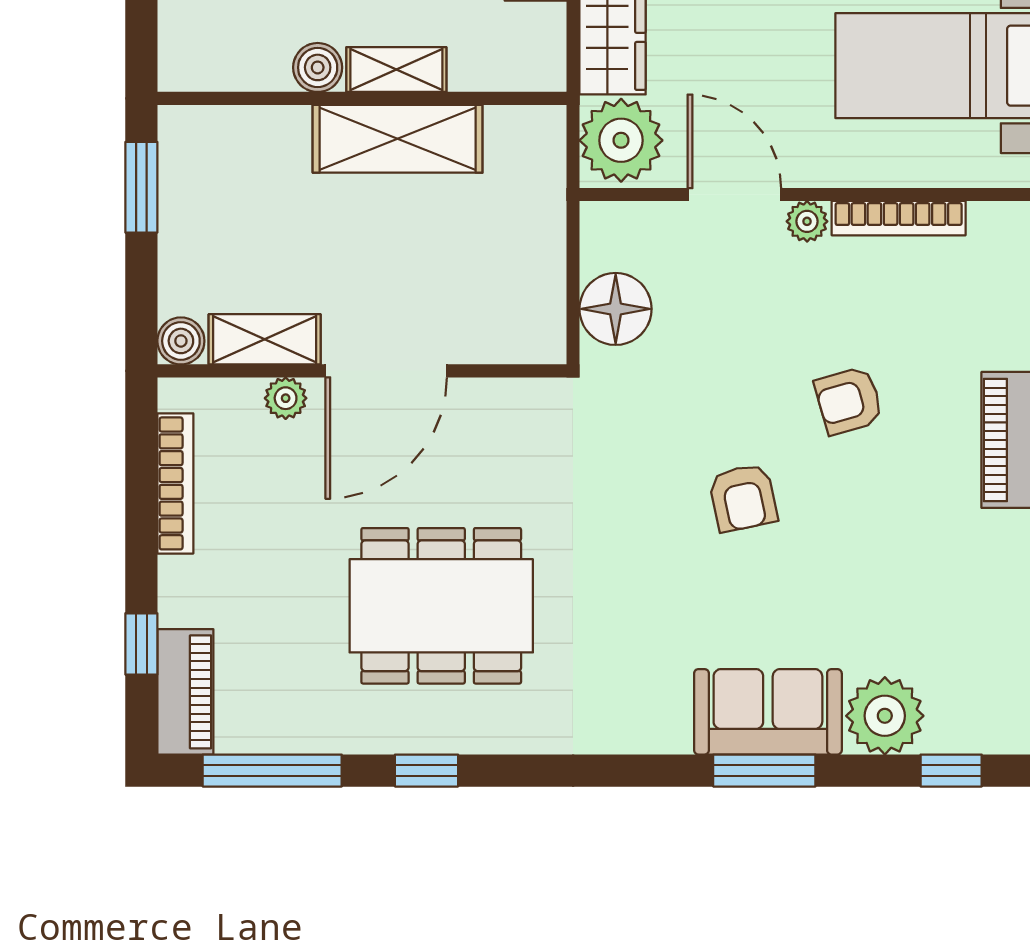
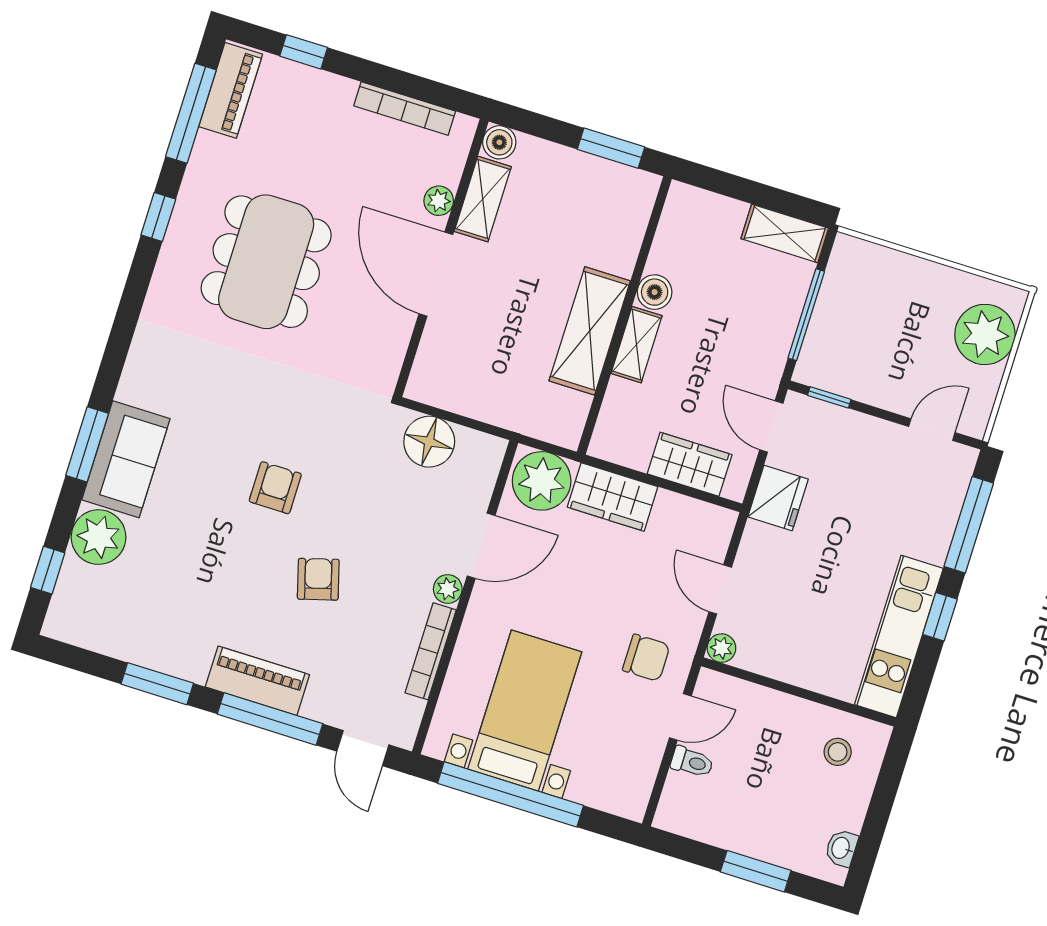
armchair: (743, 498) -> (275, 488), turned 102
piano: (185, 692) -> (231, 90), moved, turned -90

